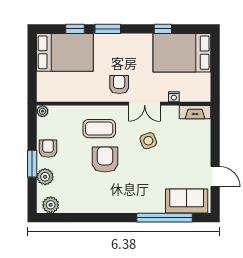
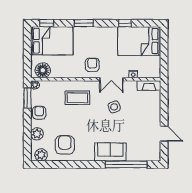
window: (75, 29) -> (47, 23), moved
floor lamp: (53, 92) -> (43, 70), added
armchair: (105, 159) -> (65, 145), moved
window: (32, 164) -> (27, 98), moved
sofa: (187, 201) -> (110, 152), moved

